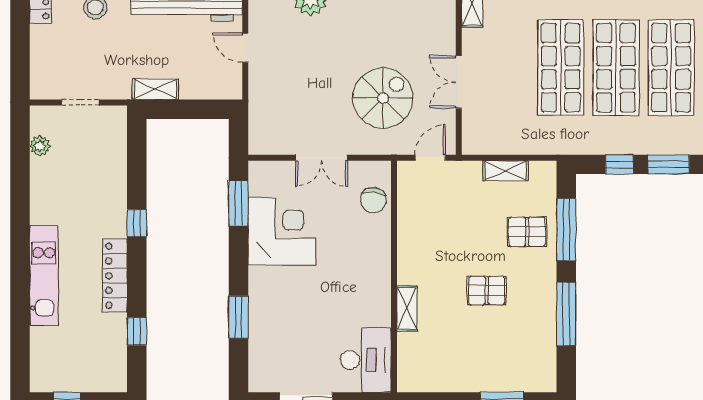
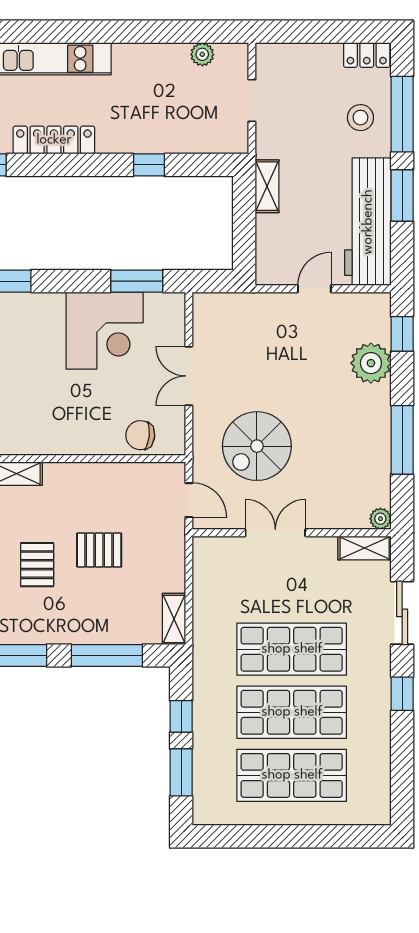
spiral stairs: (383, 98) -> (257, 446), turned 90
shelving: (506, 171) -> (174, 619), moved
window: (137, 223) -> (149, 165), moved
pallet: (527, 232) -> (99, 550), moved, turned 90

